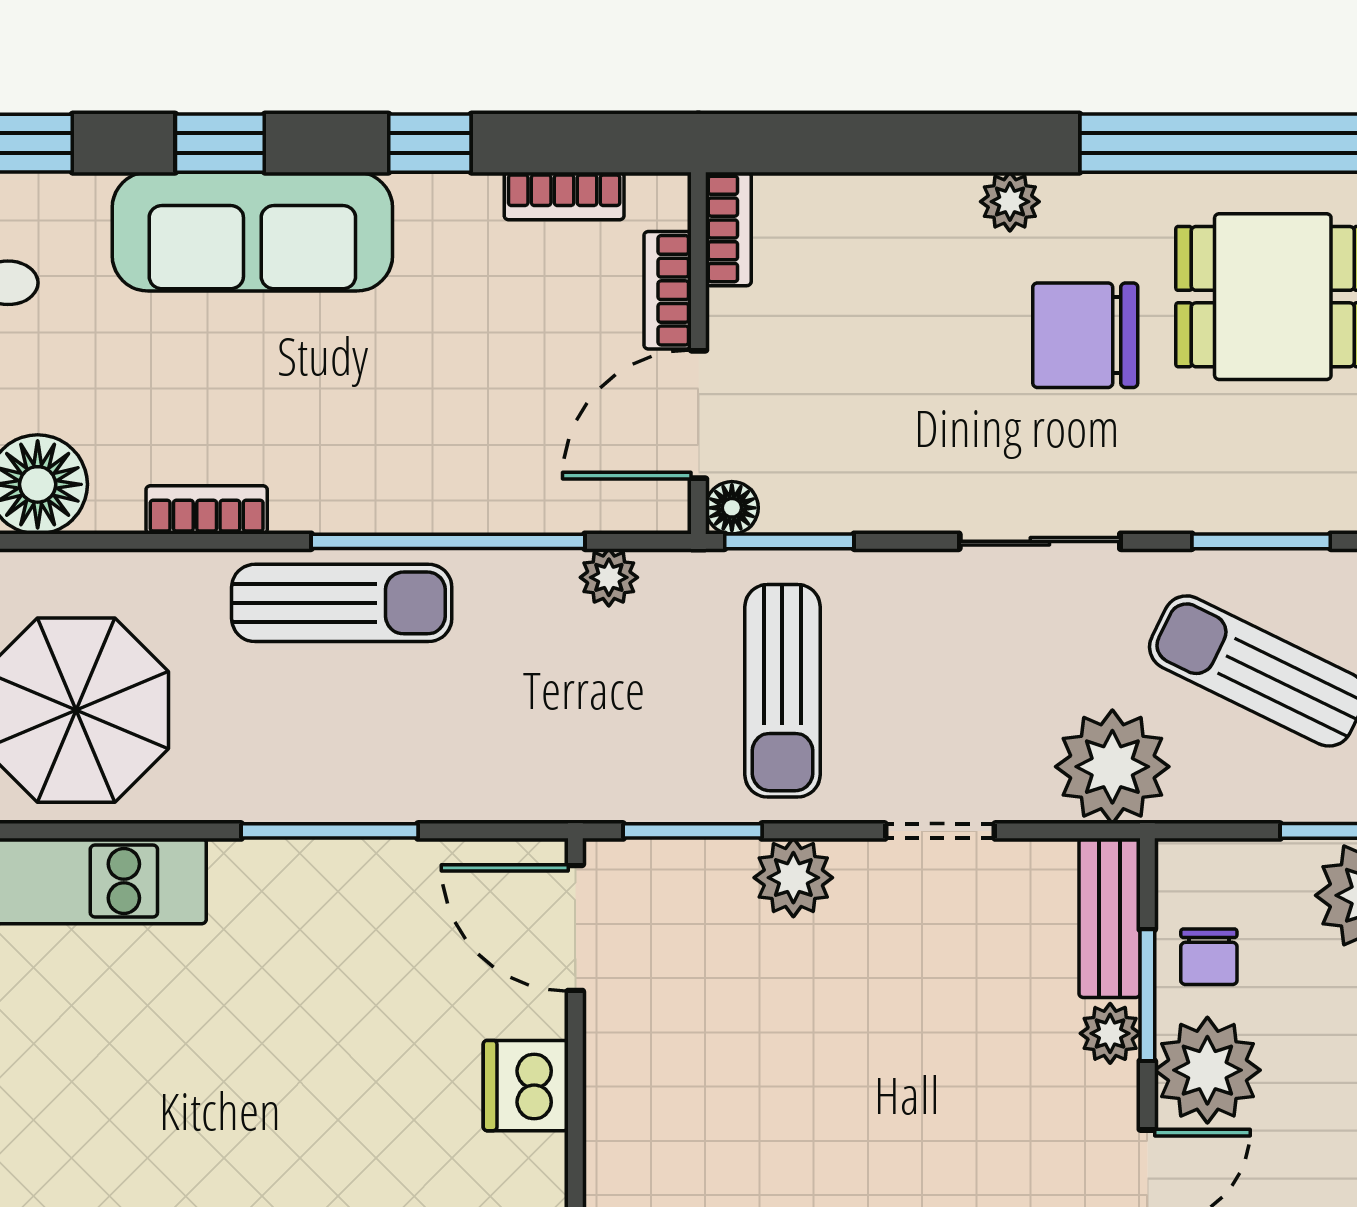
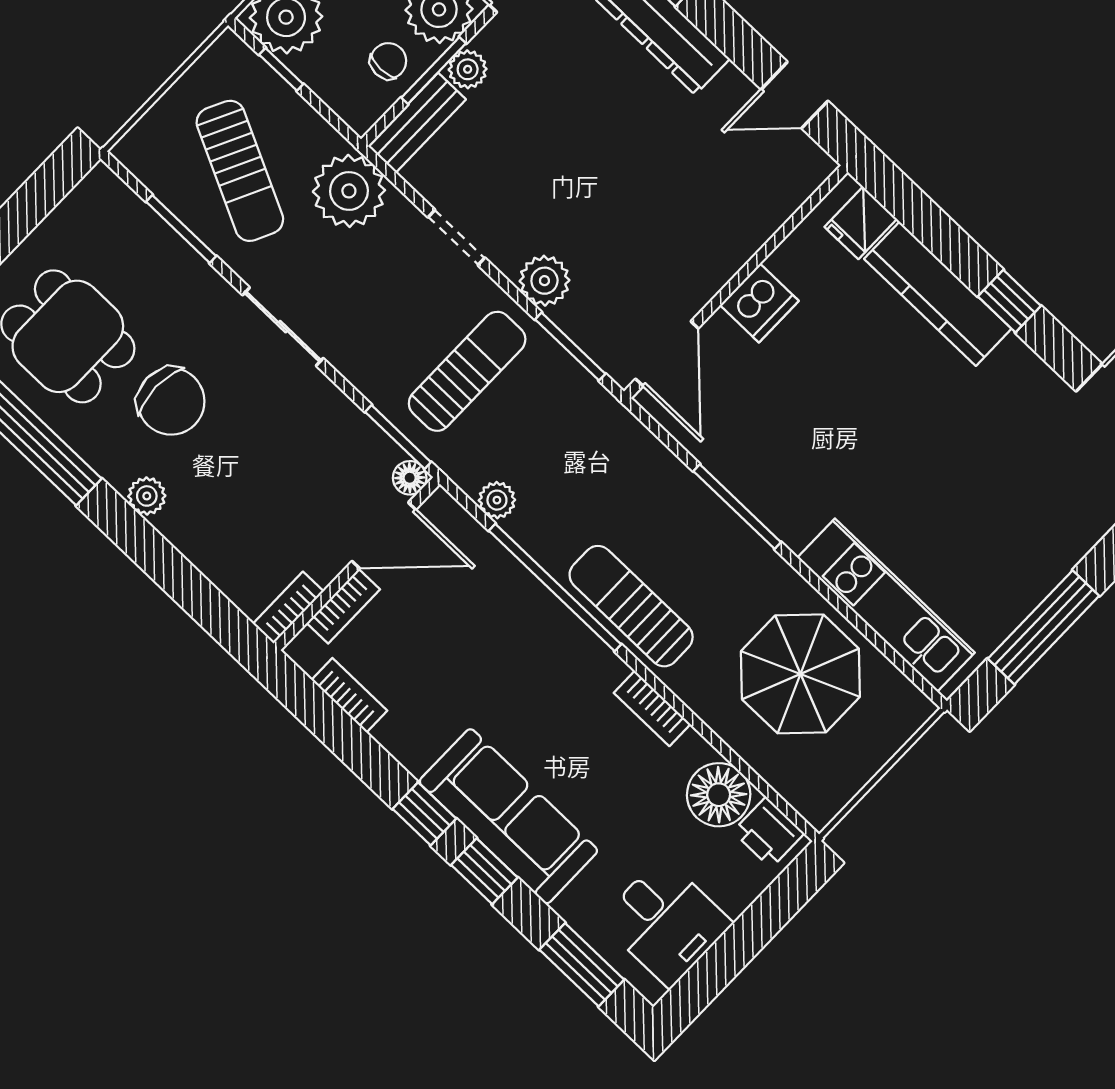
window: (430, 143) -> (424, 814), moved

